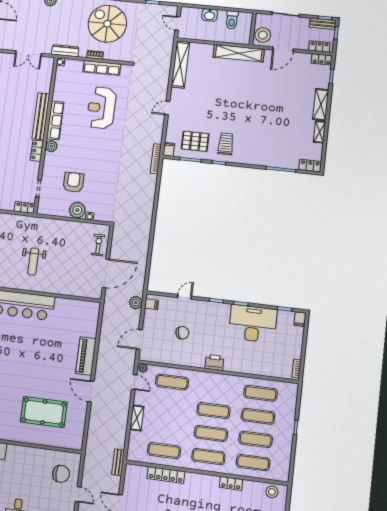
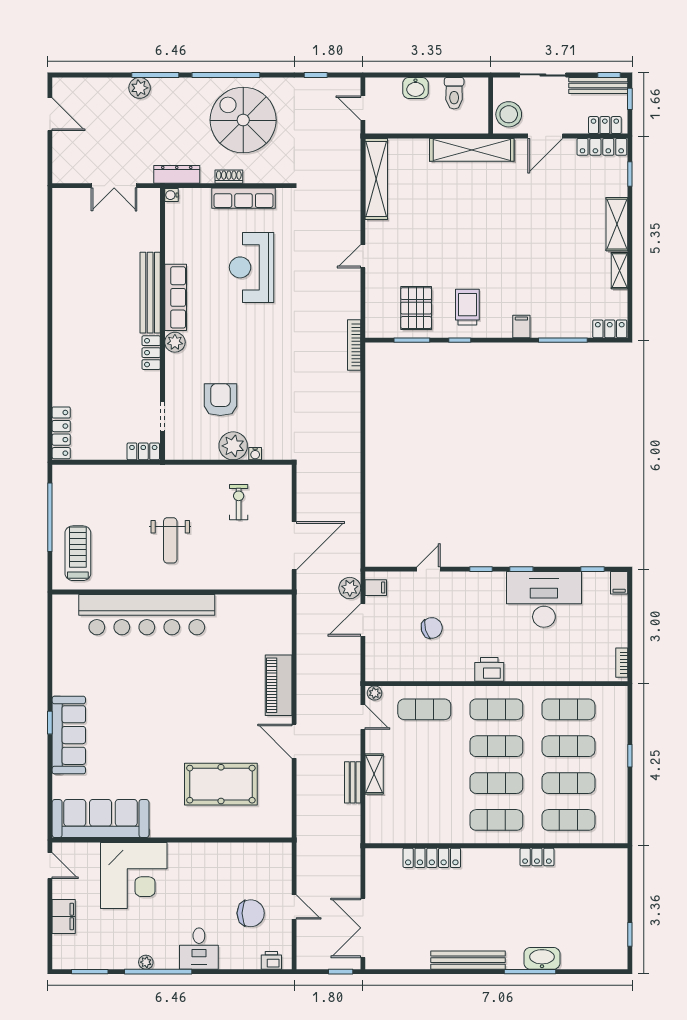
bench: (323, 24) -> (598, 85), width x1.36
locker: (322, 59) -> (602, 147), width x1.53
pallet: (195, 141) -> (416, 308), turned 90
filing cabinet: (169, 149) -> (521, 326), moved
exercise bike: (98, 245) -> (239, 502), moved
door: (139, 339) -> (363, 620), moved
exercise mat: (164, 451) -> (496, 709), moved
bench: (118, 462) -> (353, 782), moved
chair: (61, 474) -> (251, 913), moved
stool: (272, 492) -> (603, 861), removed

